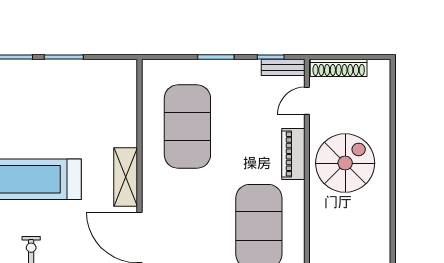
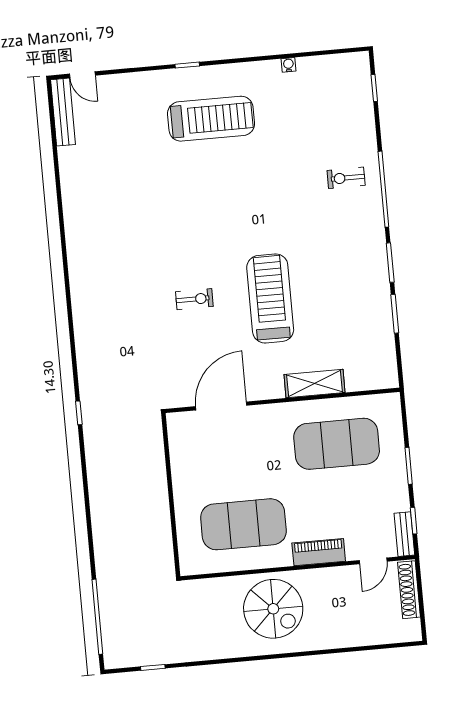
door: (307, 101) -> (373, 561), swing flipped
spiral stairs: (345, 163) -> (273, 609), moved
shelving: (126, 177) -> (315, 383), moved

